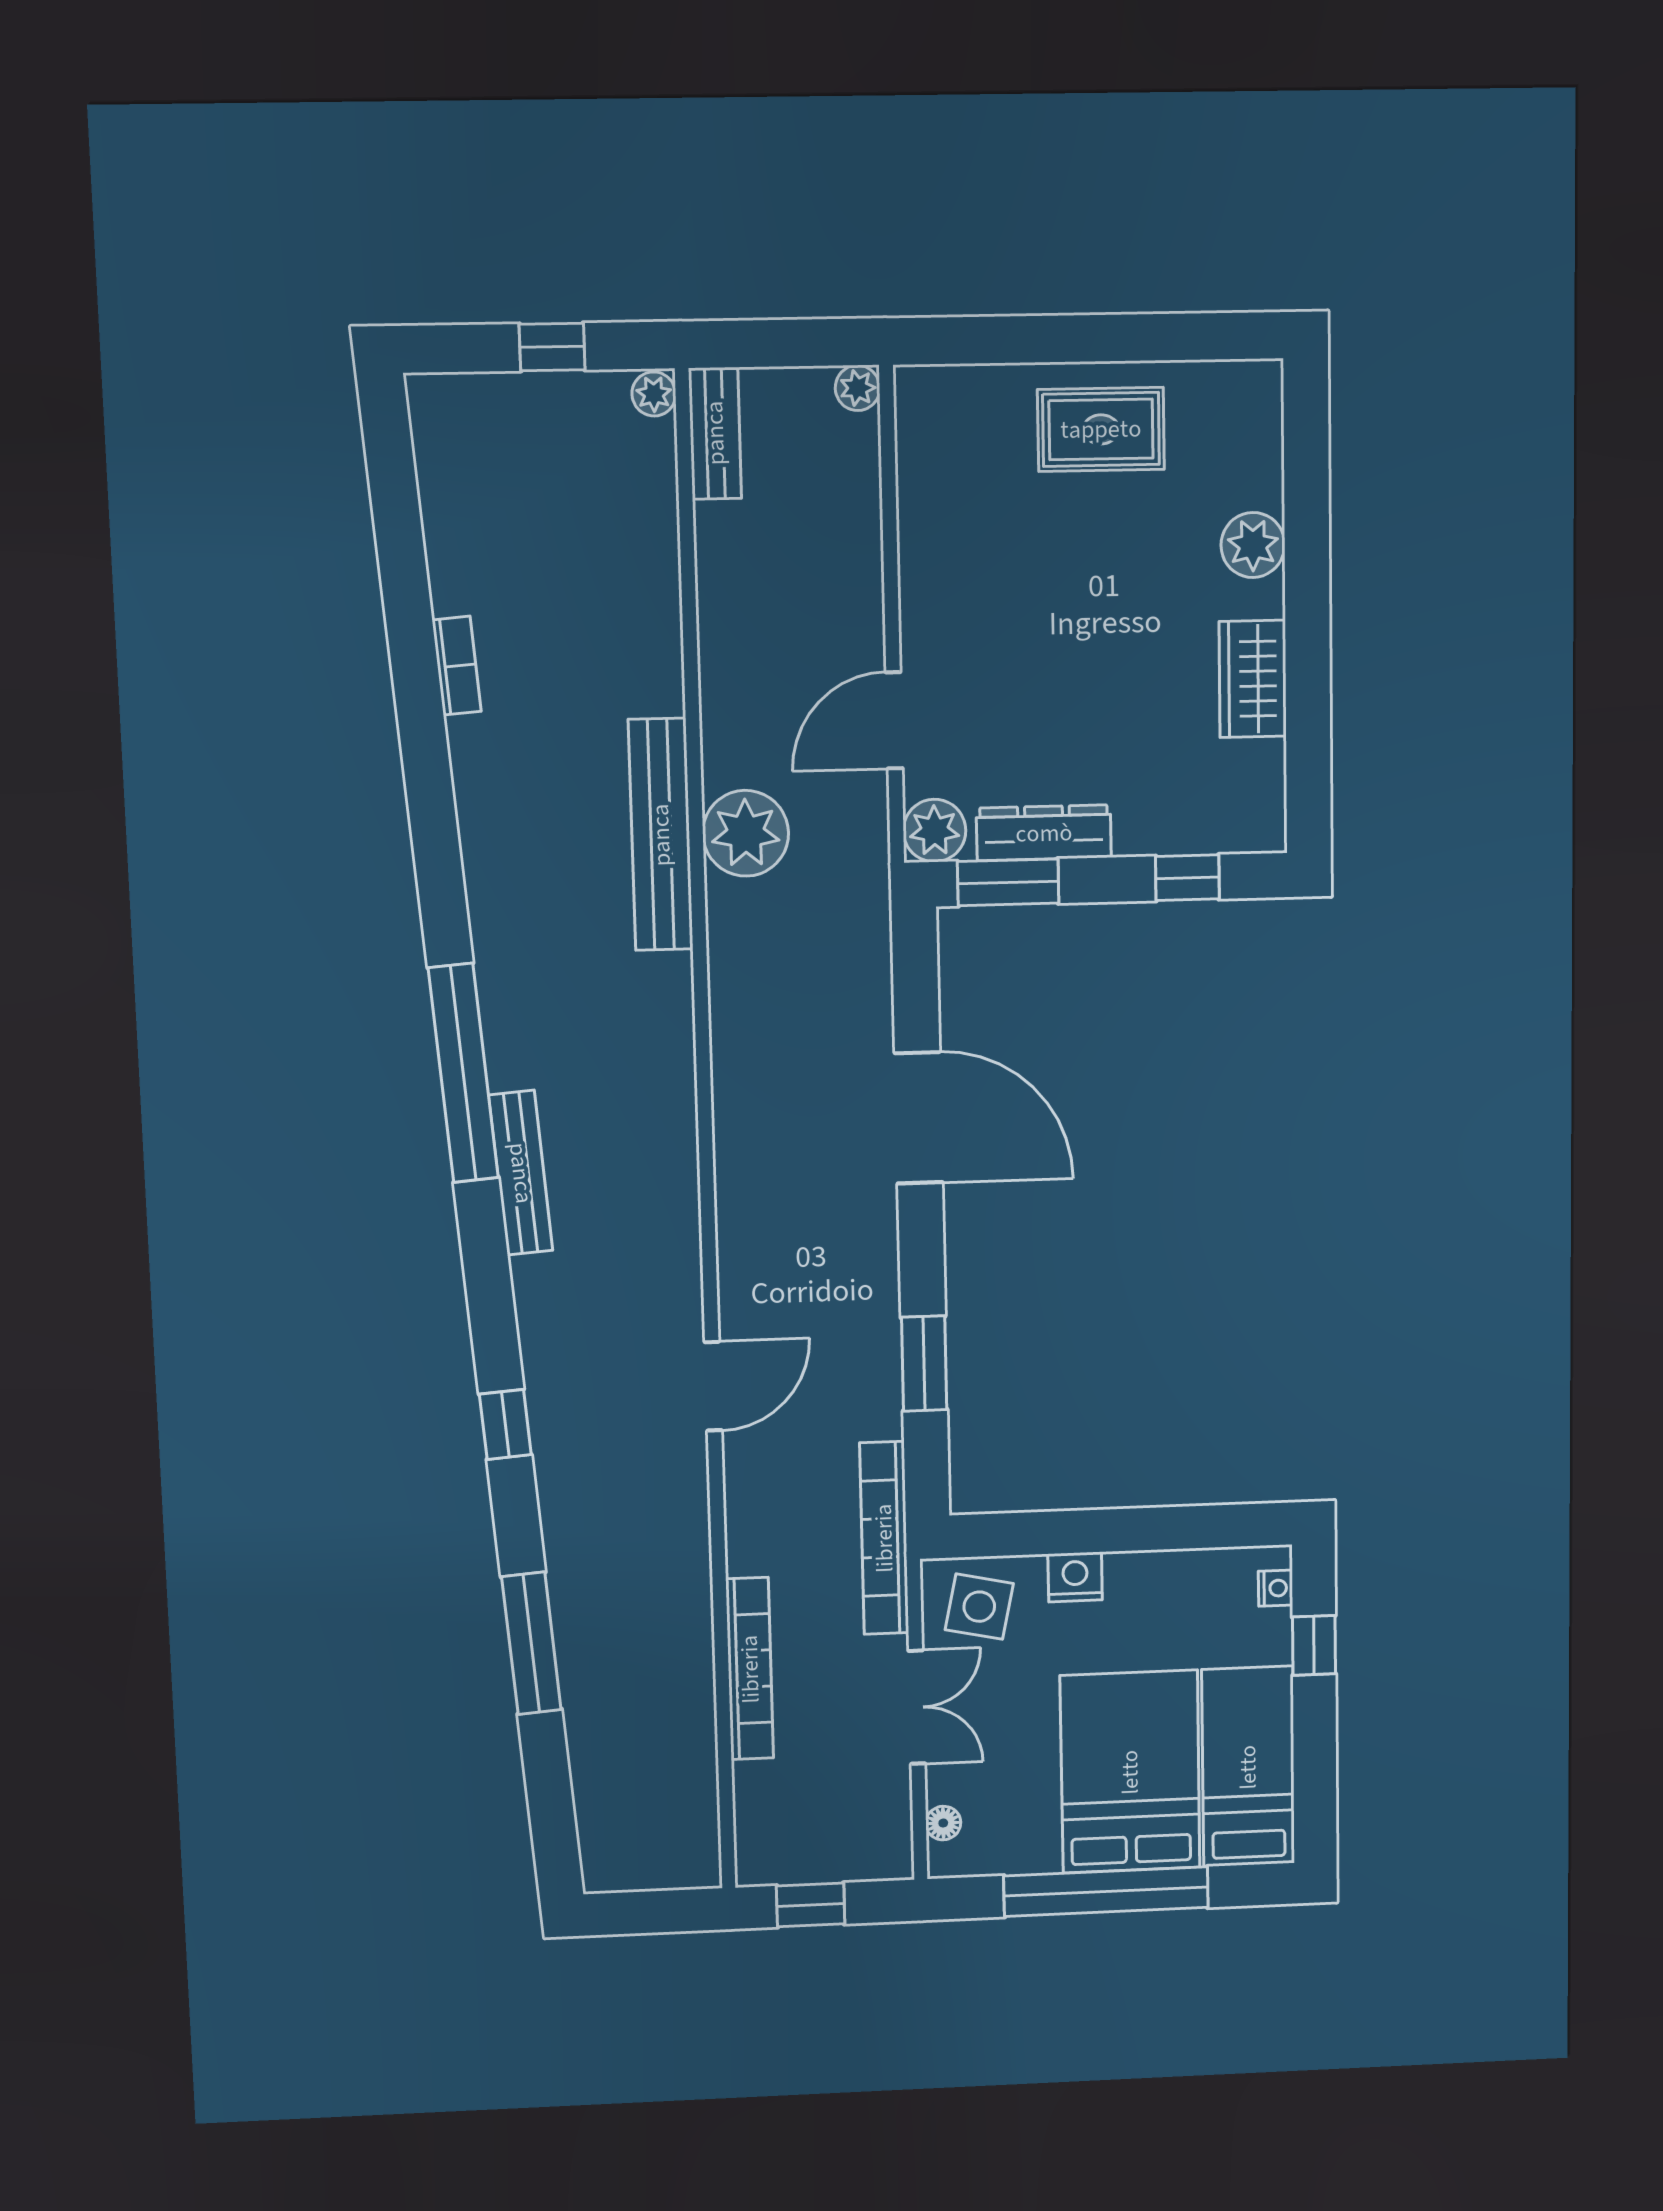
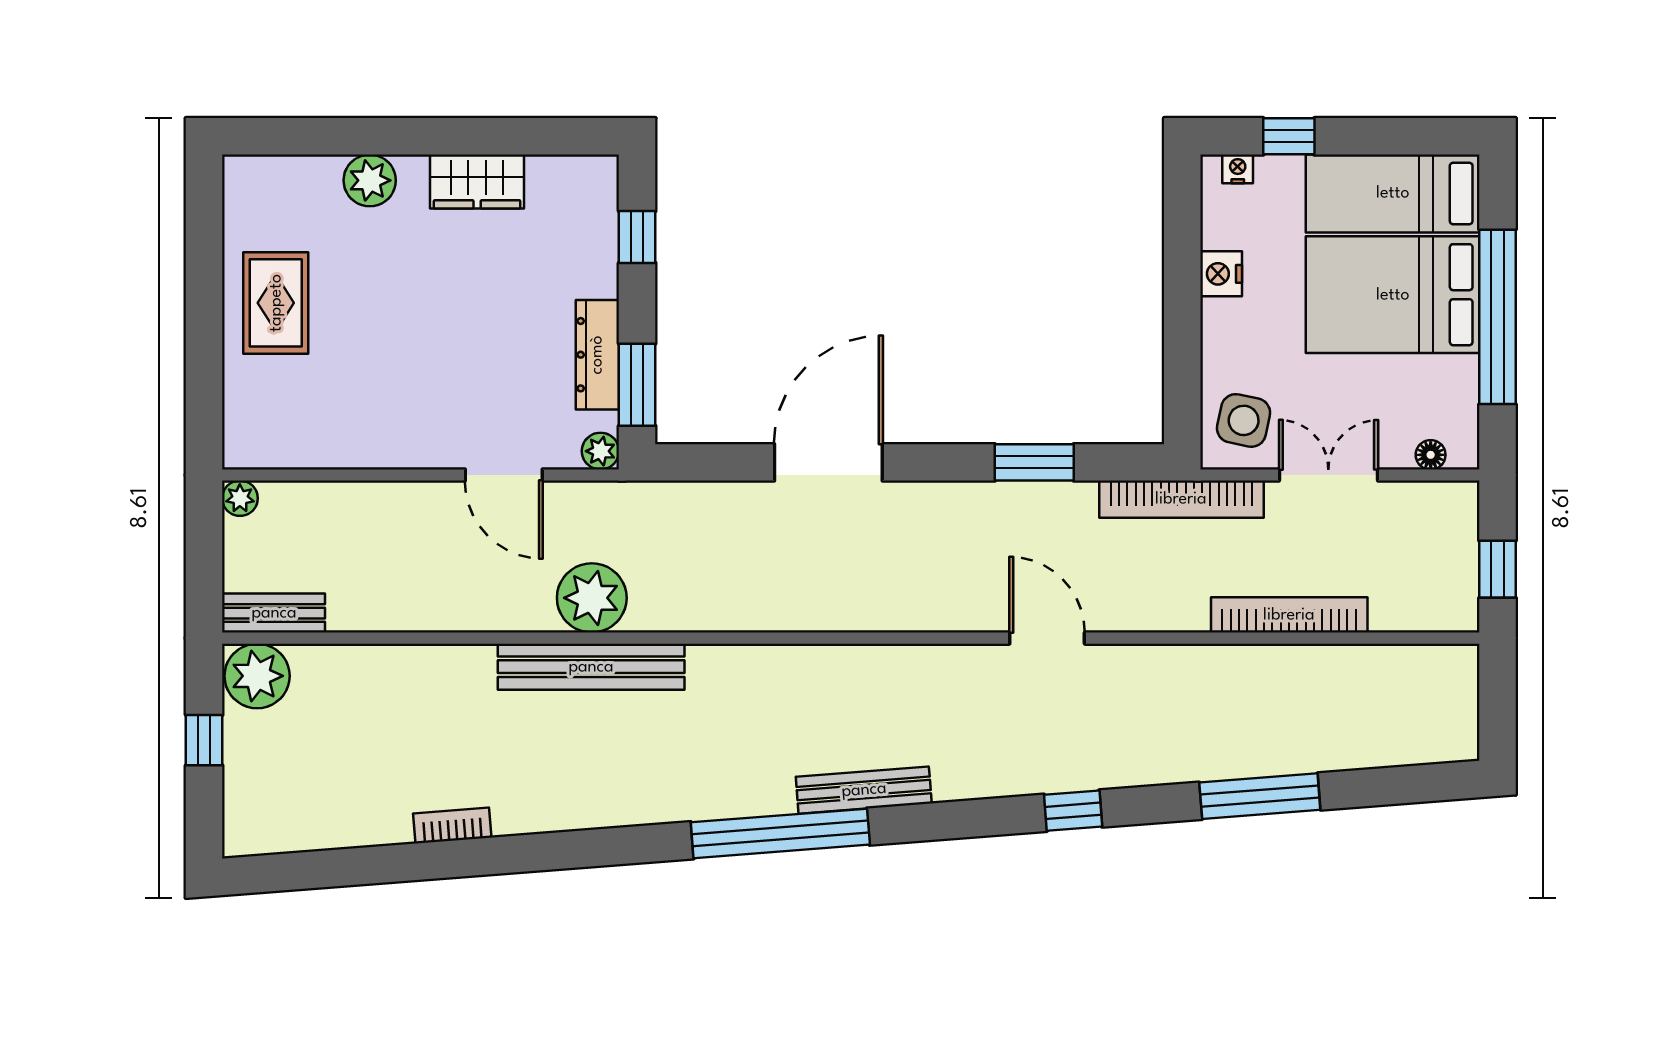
plant: (654, 394) -> (257, 676), width x1.88, depth x1.88
plant: (934, 831) -> (600, 451), width x0.73, depth x0.73
nightstand: (1075, 1577) -> (1221, 274), moved

